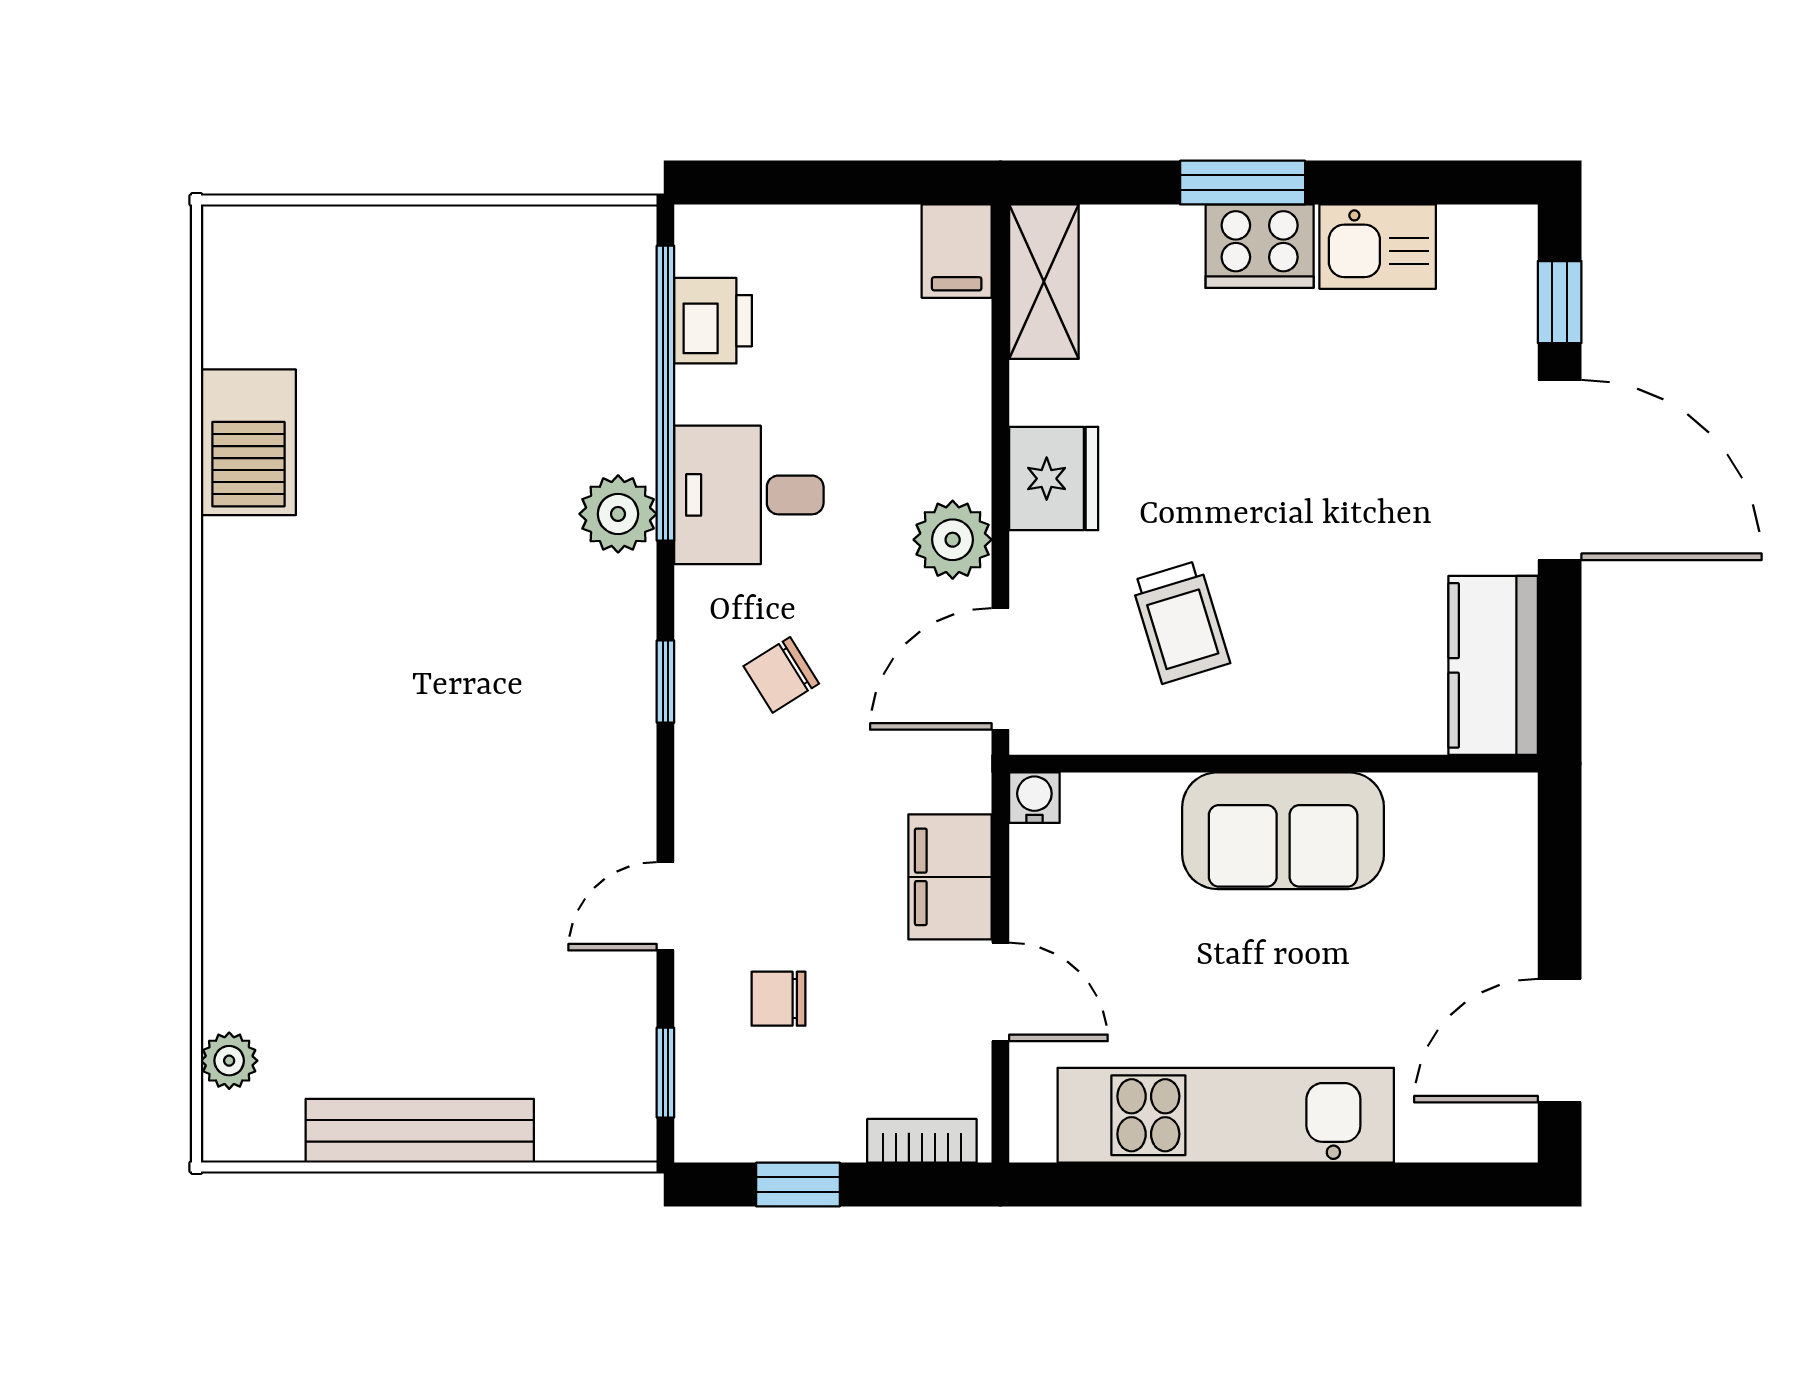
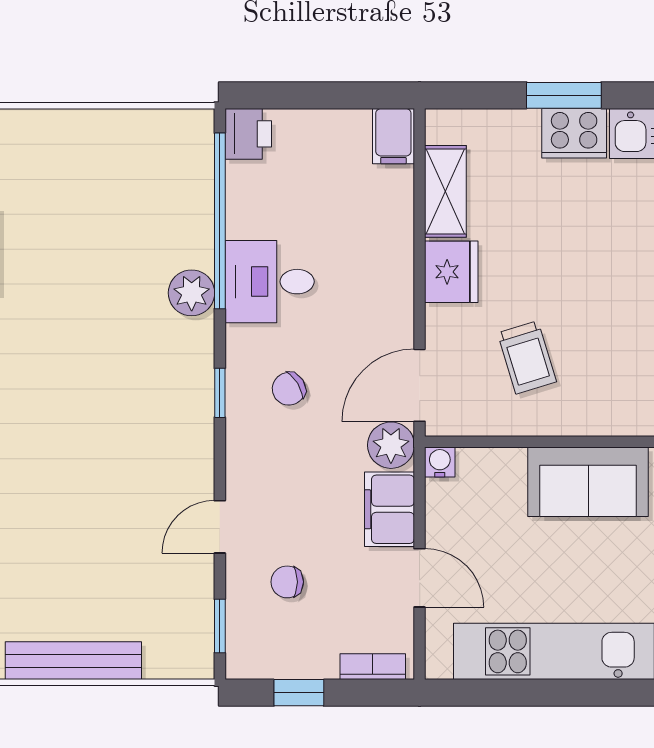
shelving: (1044, 282) -> (445, 191), moved
printer: (713, 321) -> (248, 134), moved
plant: (953, 540) -> (391, 445), moved

